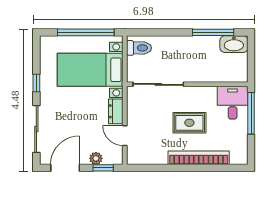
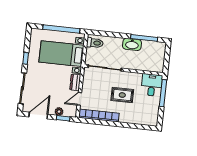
washbasin: (234, 44) -> (132, 44), moved
door: (125, 136) -> (79, 99), hinge flipped
bookcase: (199, 158) -> (99, 116), moved

